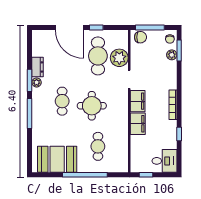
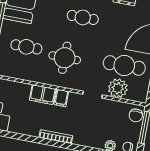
filing cabinet: (138, 101) -> (61, 98), width x0.50
round table: (92, 106) -> (65, 58), moved
window: (179, 134) -> (23, 137), removed

